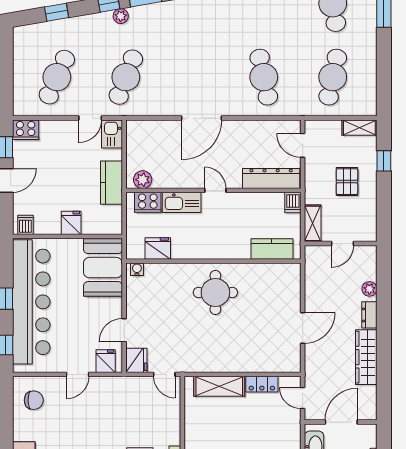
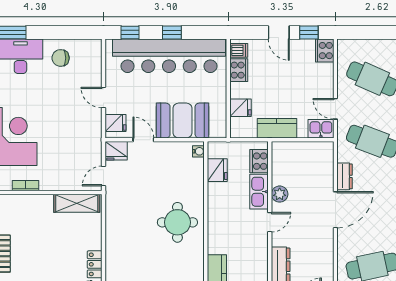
dresser: (165, 108) -> (345, 176), added
door: (201, 118) -> (335, 210), swing flipped
plant: (143, 180) -> (280, 194), moved
fridge: (71, 223) -> (240, 108), moved
cooker: (47, 225) -> (239, 70), added
booth: (103, 268) -> (183, 121), moved
shelving: (219, 386) -> (77, 203), moved, turned 90
chair: (34, 400) -> (61, 58), moved, turned 90

